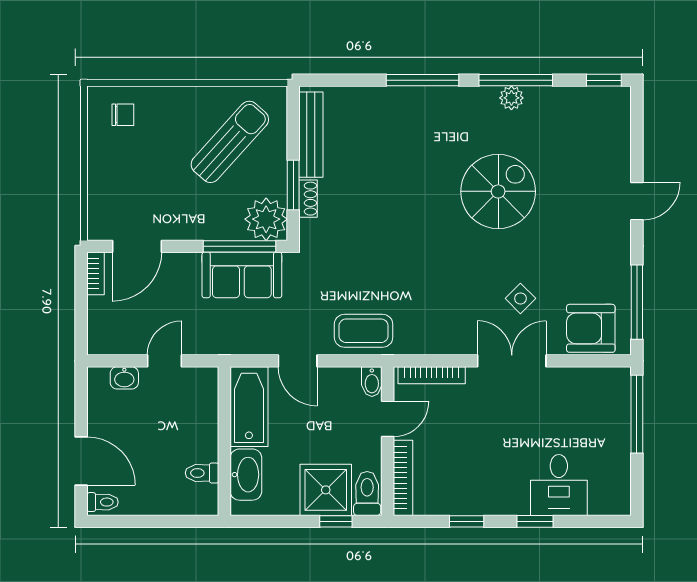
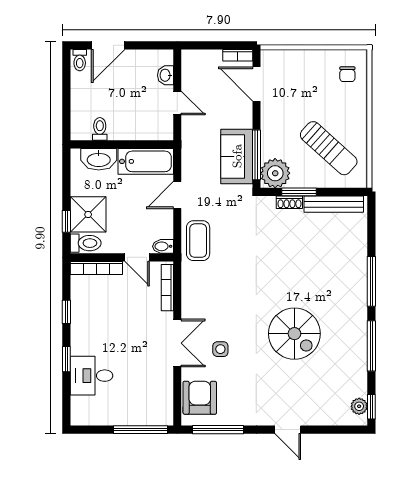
plant: (511, 98) -> (359, 406), moved
side table: (520, 298) -> (220, 349), turned 45

